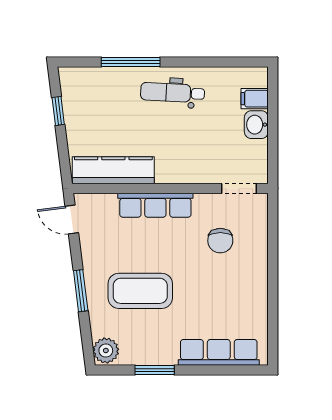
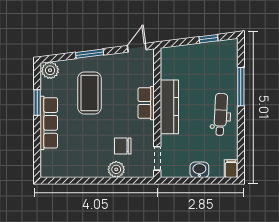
filing cabinet: (255, 99) -> (231, 169), moved
kitchen counter: (113, 170) -> (169, 107), moved
row of seats: (155, 205) -> (146, 103), width x0.68
plant: (256, 250) -> (116, 169), added
row of seats: (219, 352) -> (49, 123), moved

